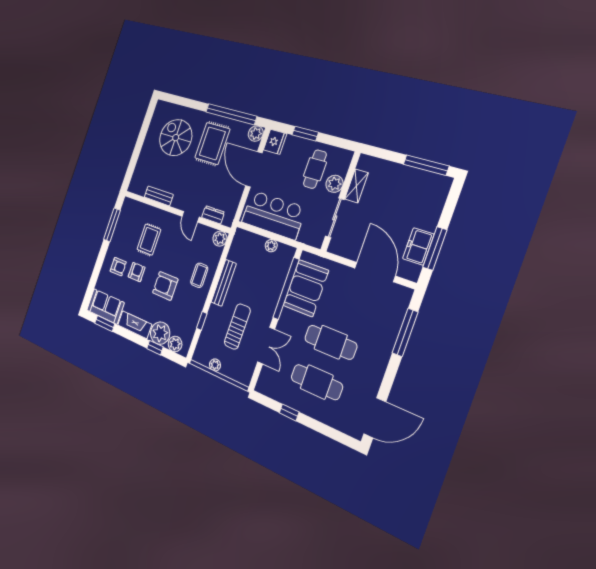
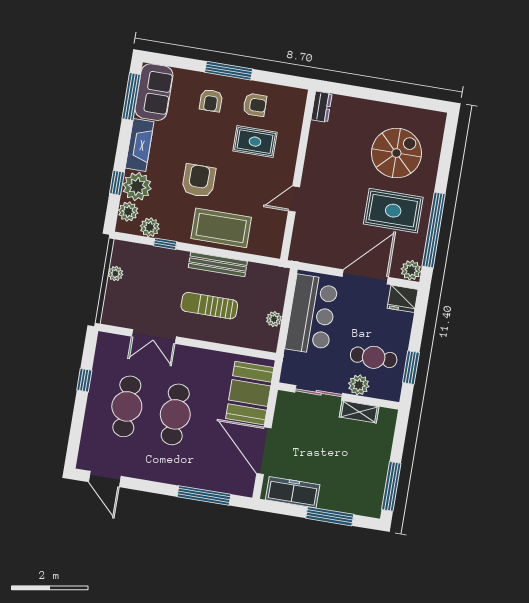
window: (305, 134) -> (411, 368), moved
bench: (159, 196) -> (315, 144), removed
dresser: (213, 215) -> (321, 107), moved
window: (112, 225) -> (229, 71), moved
plant: (220, 239) -> (150, 227), moved
freezer: (418, 246) -> (293, 492), width x1.40
window: (435, 249) -> (330, 516), moved
armchair: (137, 272) -> (255, 105), moved
door: (375, 272) -> (264, 451), swing flipped
coffee table: (199, 275) -> (221, 228), width x1.86, depth x1.72
booth: (306, 288) -> (250, 393), moved, turned 90
window: (286, 289) -> (226, 348), removed
window: (105, 323) -> (131, 97), width x1.44
sun lounger: (237, 327) -> (209, 306), moved, turned 180
door: (375, 418) -> (105, 479), width x0.73

